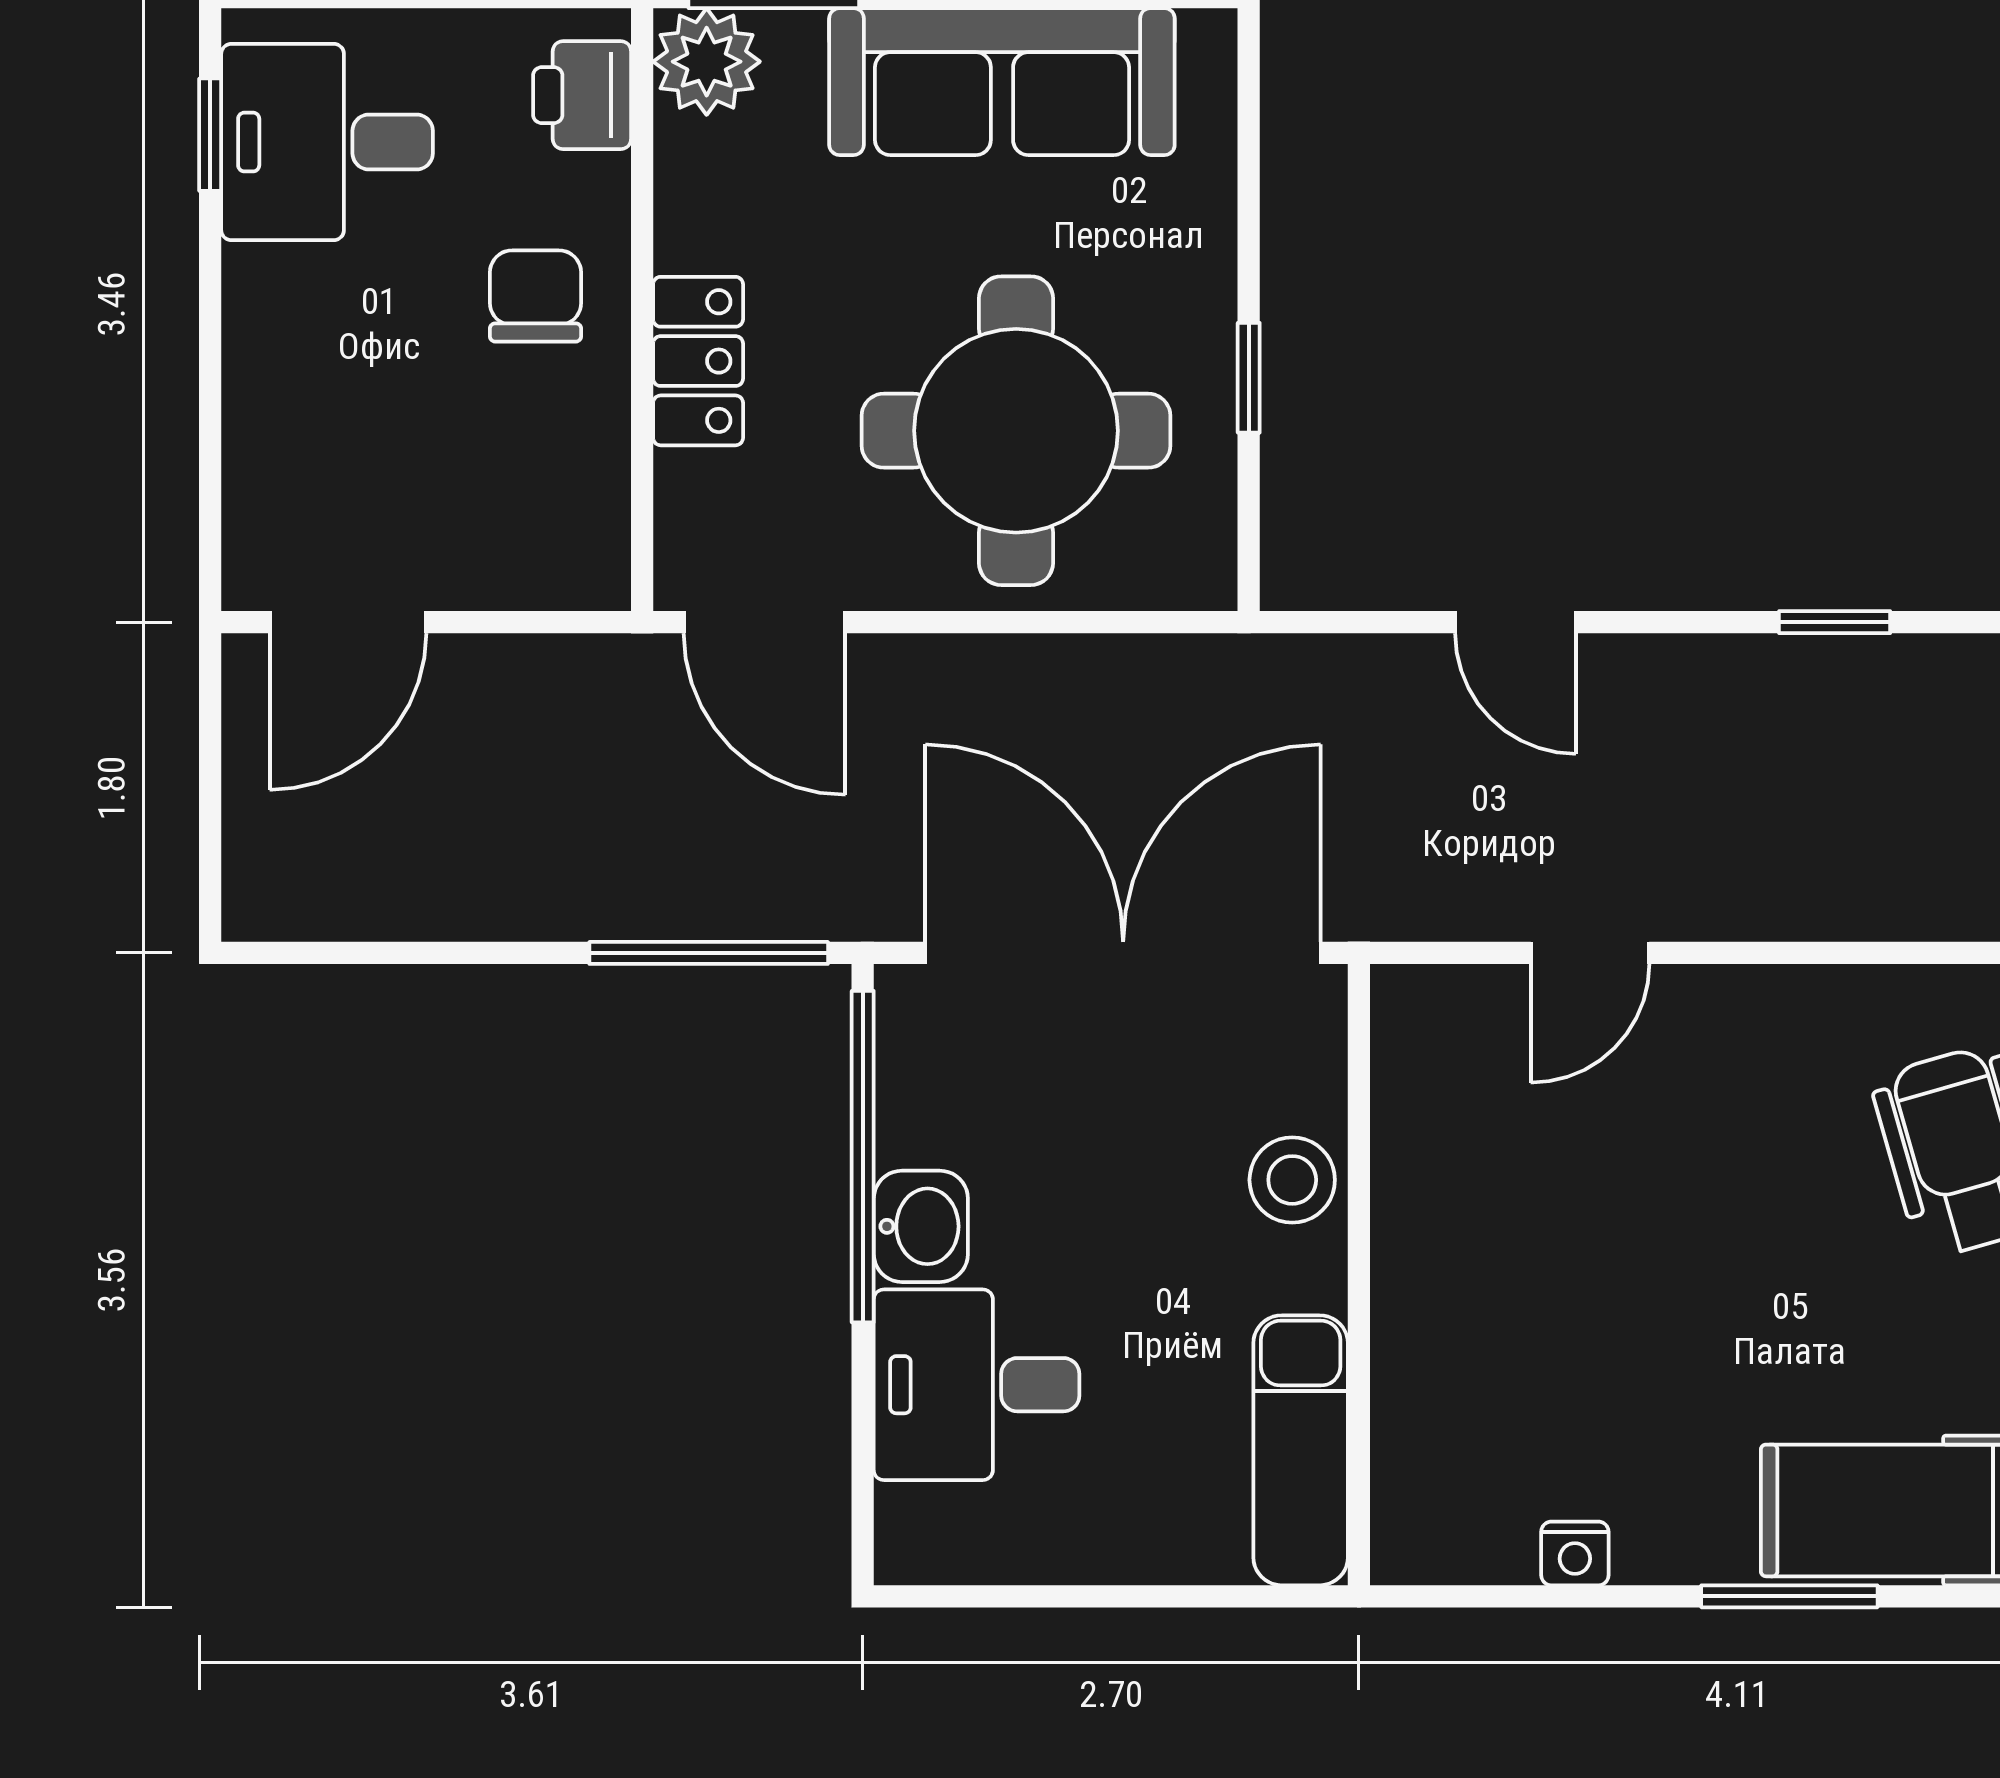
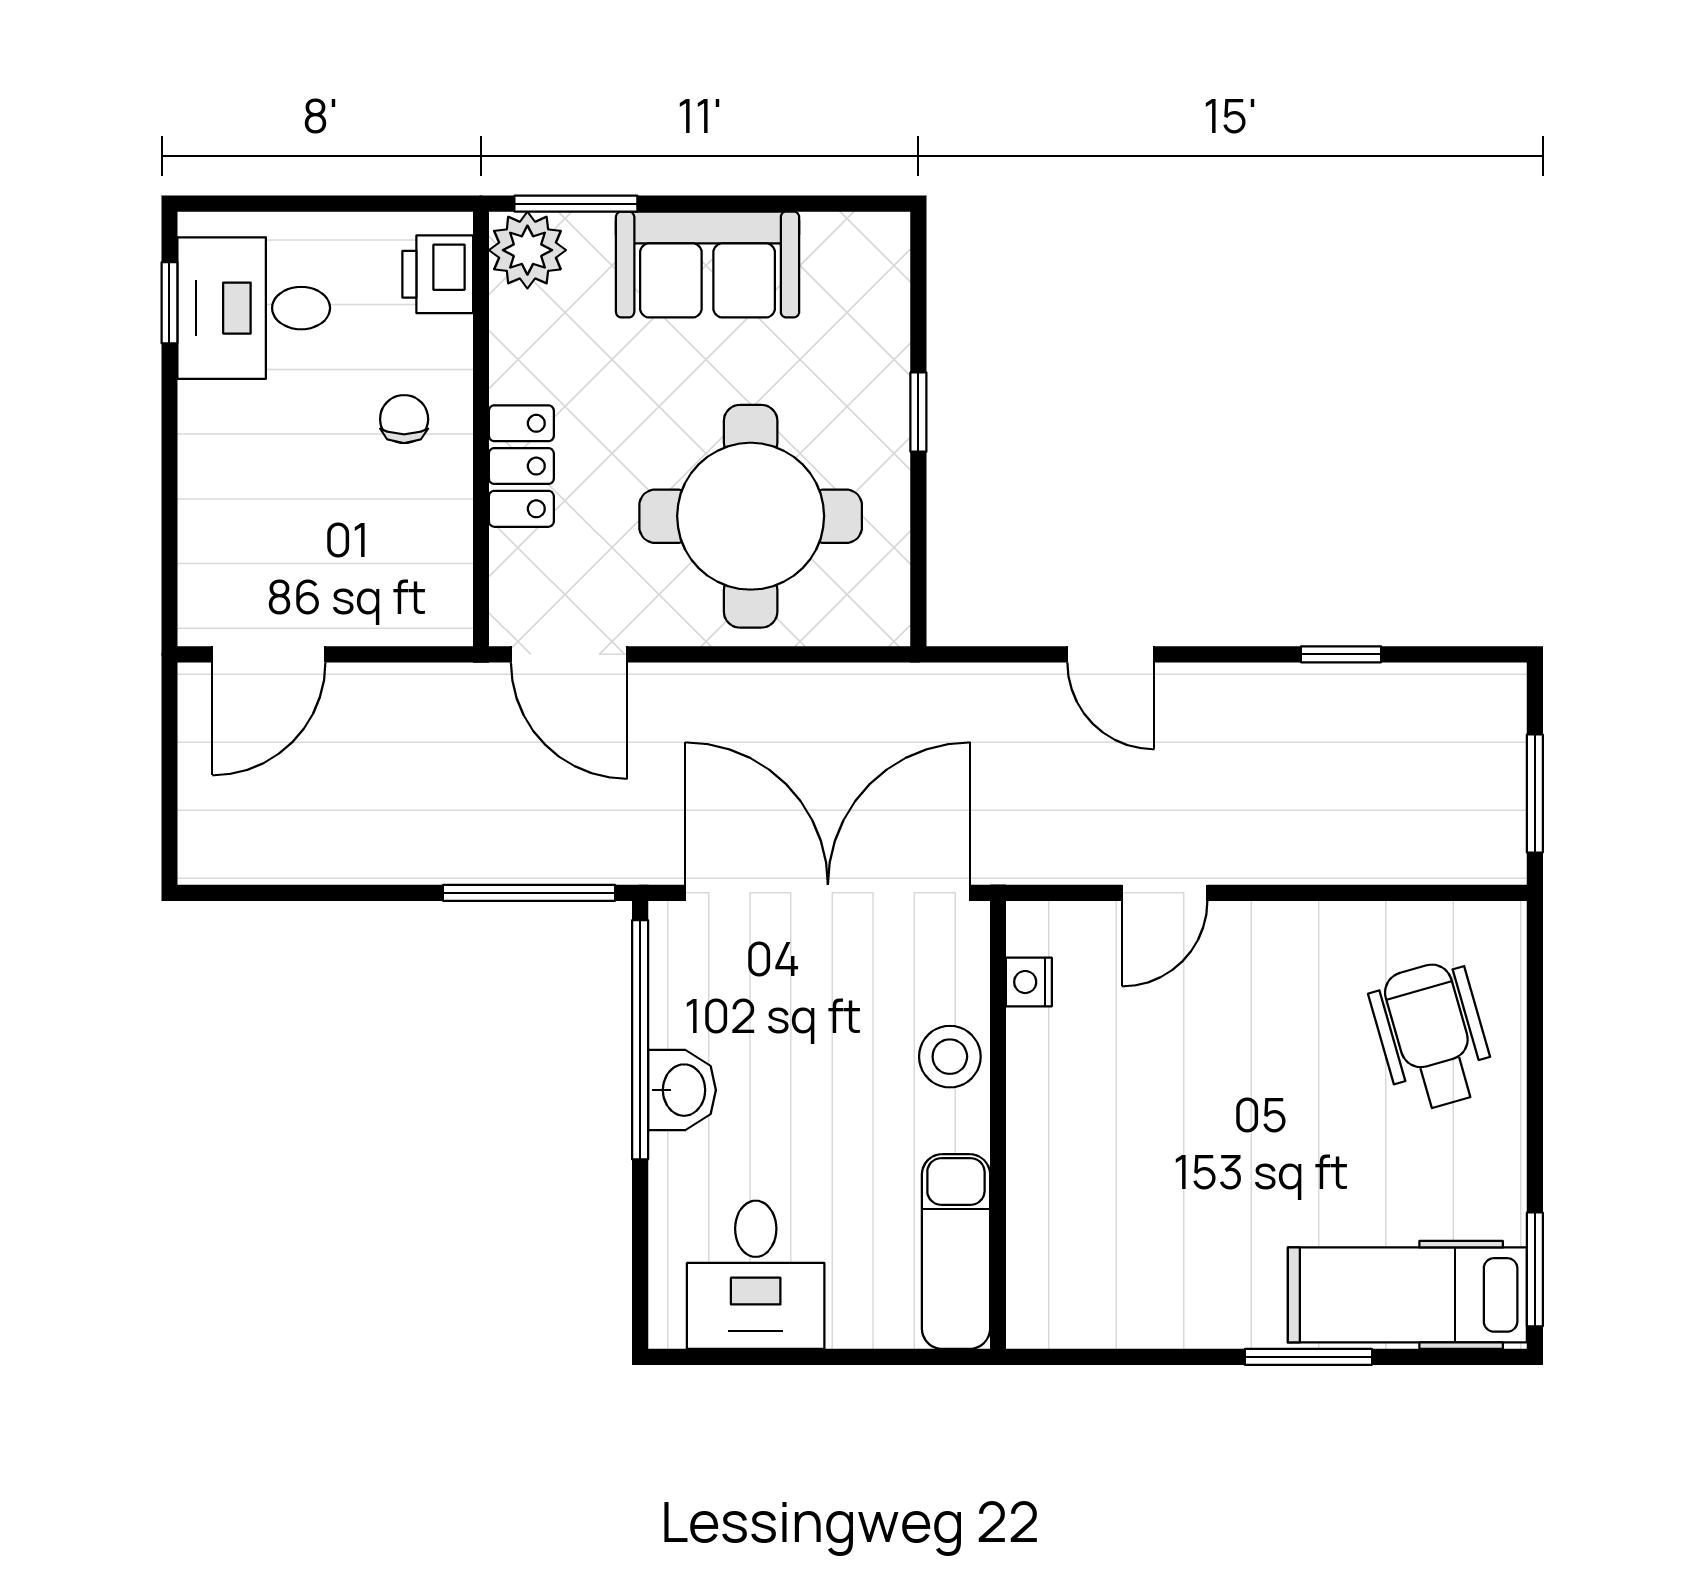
sofa: (1002, 82) -> (708, 265), width x0.73
chair: (535, 296) -> (404, 419), width x0.73, depth x0.73
window: (1249, 378) -> (918, 412), moved
desk: (977, 1385) -> (756, 1275), moved, turned -90
nightstand: (1575, 1553) -> (1029, 982), moved, turned 90

